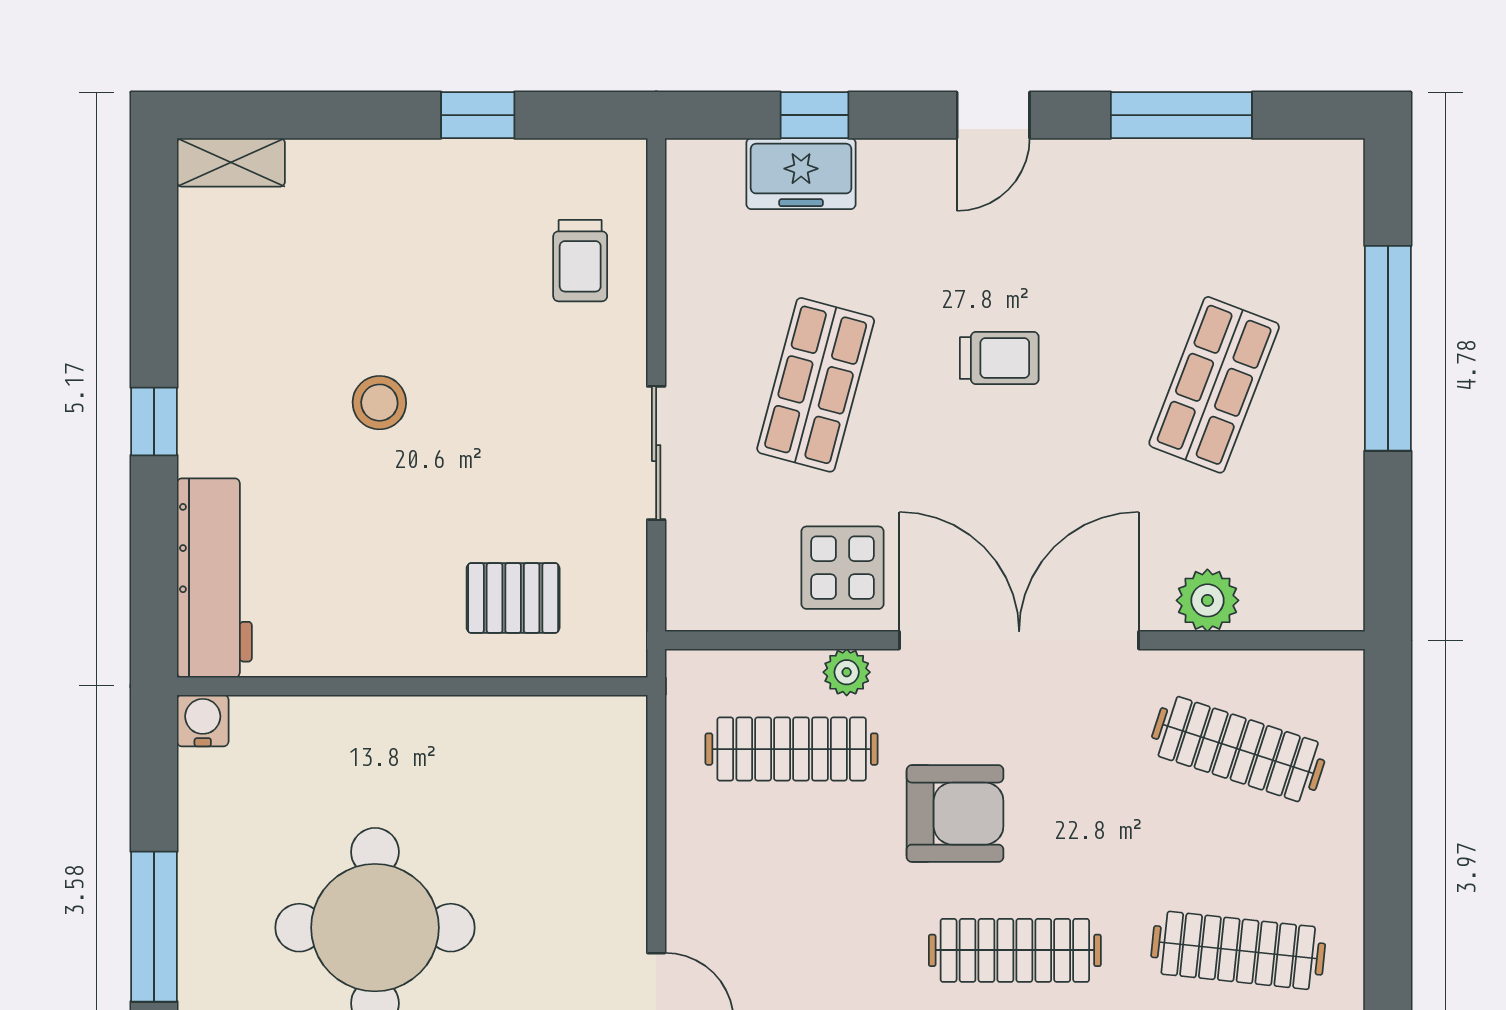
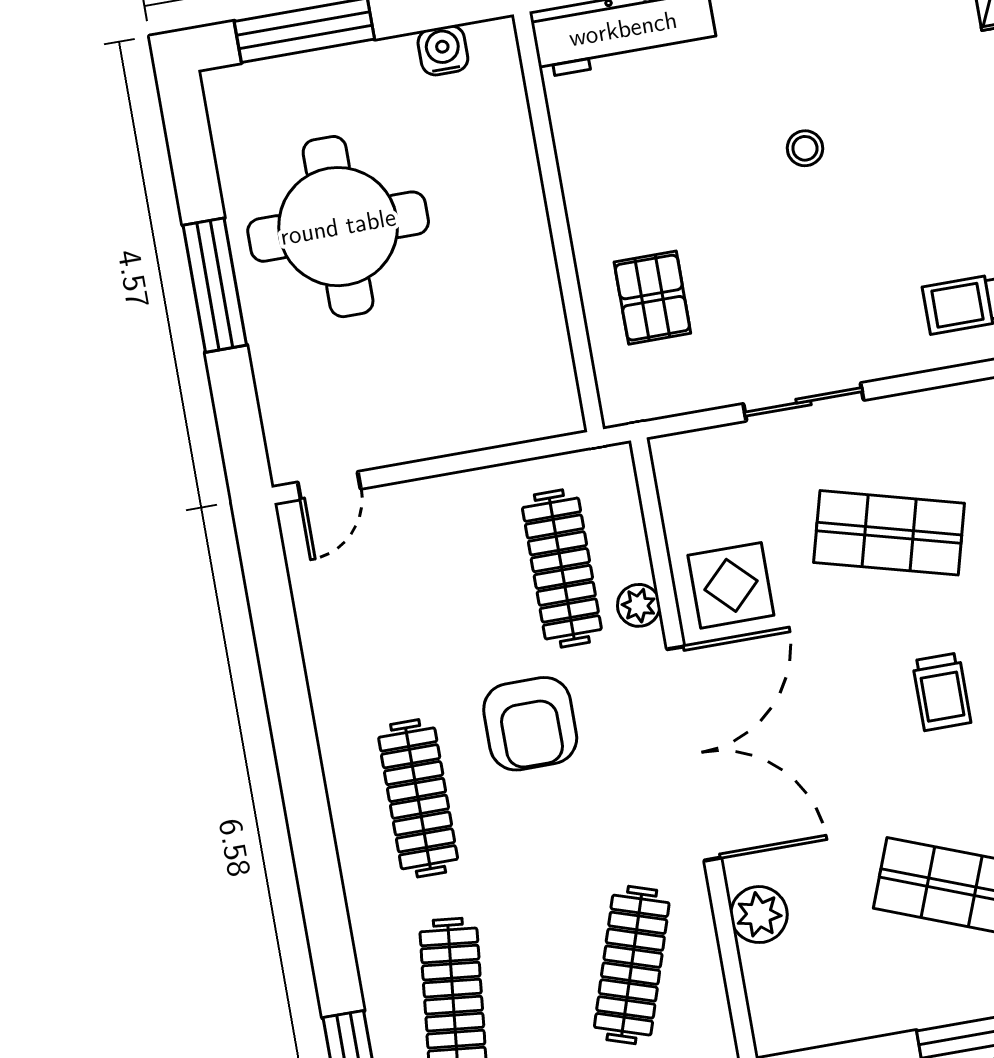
stool: (379, 403) -> (805, 148), width x0.73, depth x0.73
water cooler: (203, 721) -> (443, 50), moved, turned -90

